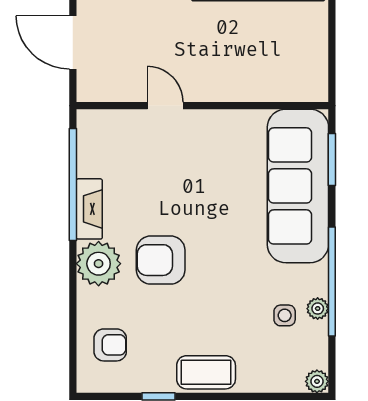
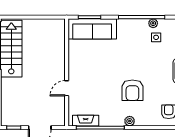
sofa: (298, 186) -> (92, 29), width x0.74, depth x0.79
fireplace: (89, 209) -> (86, 121), moved
plant: (99, 264) -> (130, 121), width x0.53, depth x0.53

